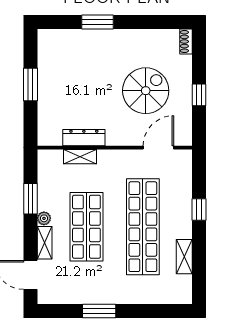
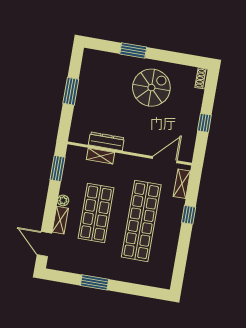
spiral stairs: (146, 91) -> (151, 88), moved
window: (30, 199) -> (57, 169), moved
shelving: (184, 257) -> (182, 184), moved

